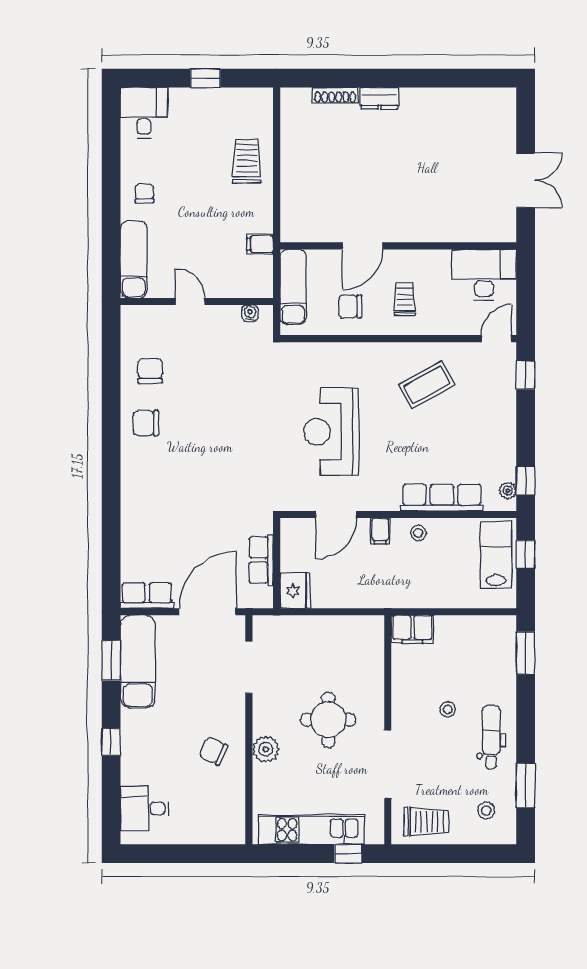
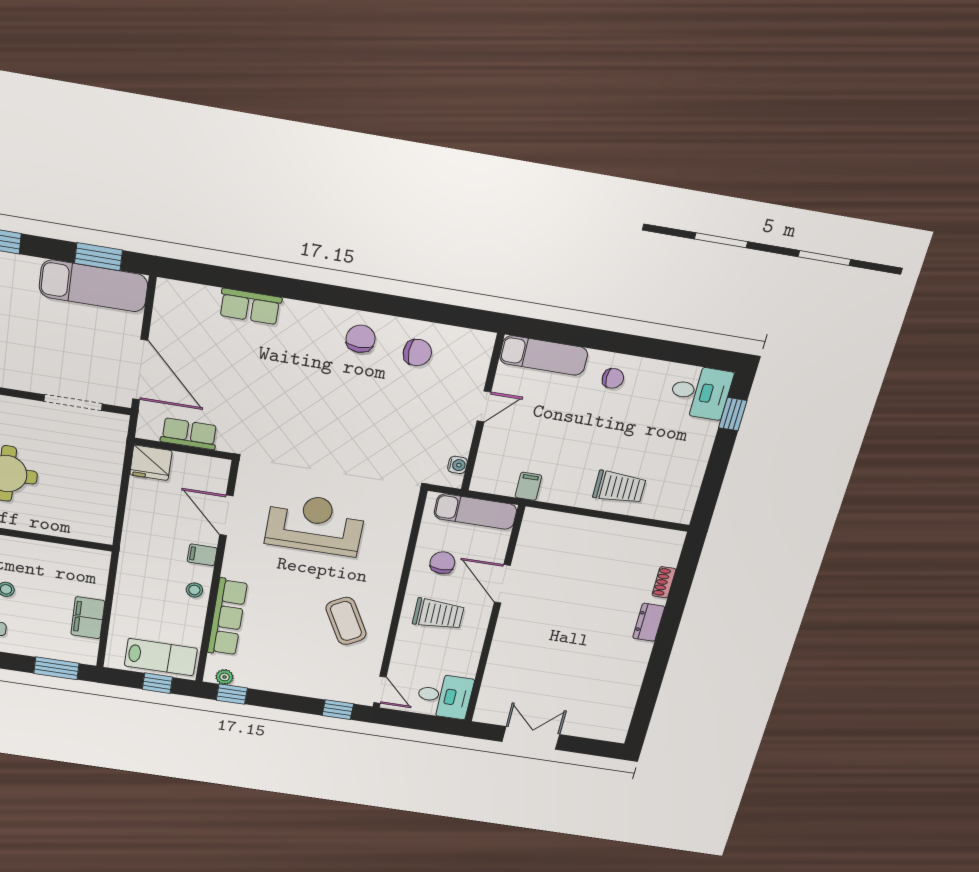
window: (205, 78) -> (733, 414), moved
shoe rack: (335, 95) -> (664, 582), width x0.70
double door: (526, 180) -> (531, 738), swing flipped
desk: (484, 275) -> (444, 696), width x0.73
trolley: (405, 299) -> (438, 614), width x1.36, depth x1.39
row of seats: (147, 596) -> (250, 306), moved, turned 90
filing cabinet: (412, 629) -> (88, 618), moved

